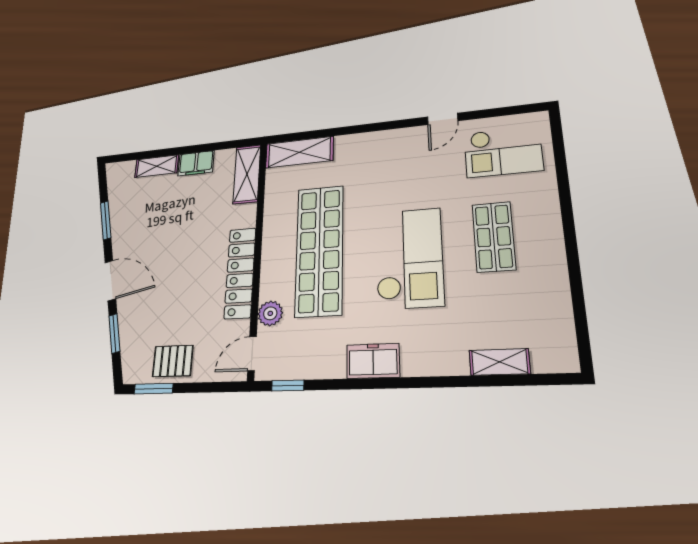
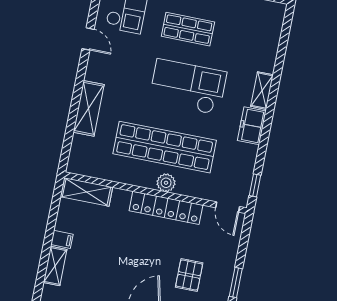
shelving: (299, 152) -> (89, 108), moved
filing cabinet: (196, 163) -> (62, 239), width x0.50
plant: (270, 313) -> (166, 183), moved
pallet: (173, 361) -> (189, 275), moved
shelving: (499, 362) -> (262, 91), moved

